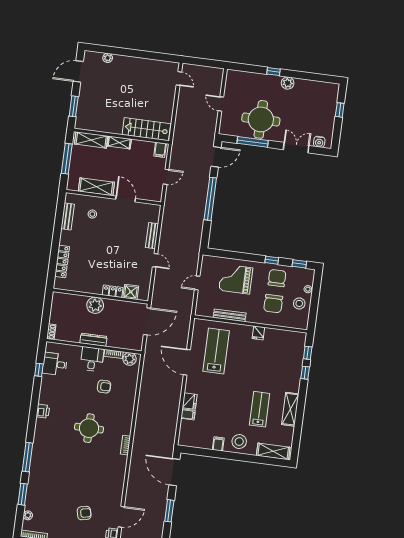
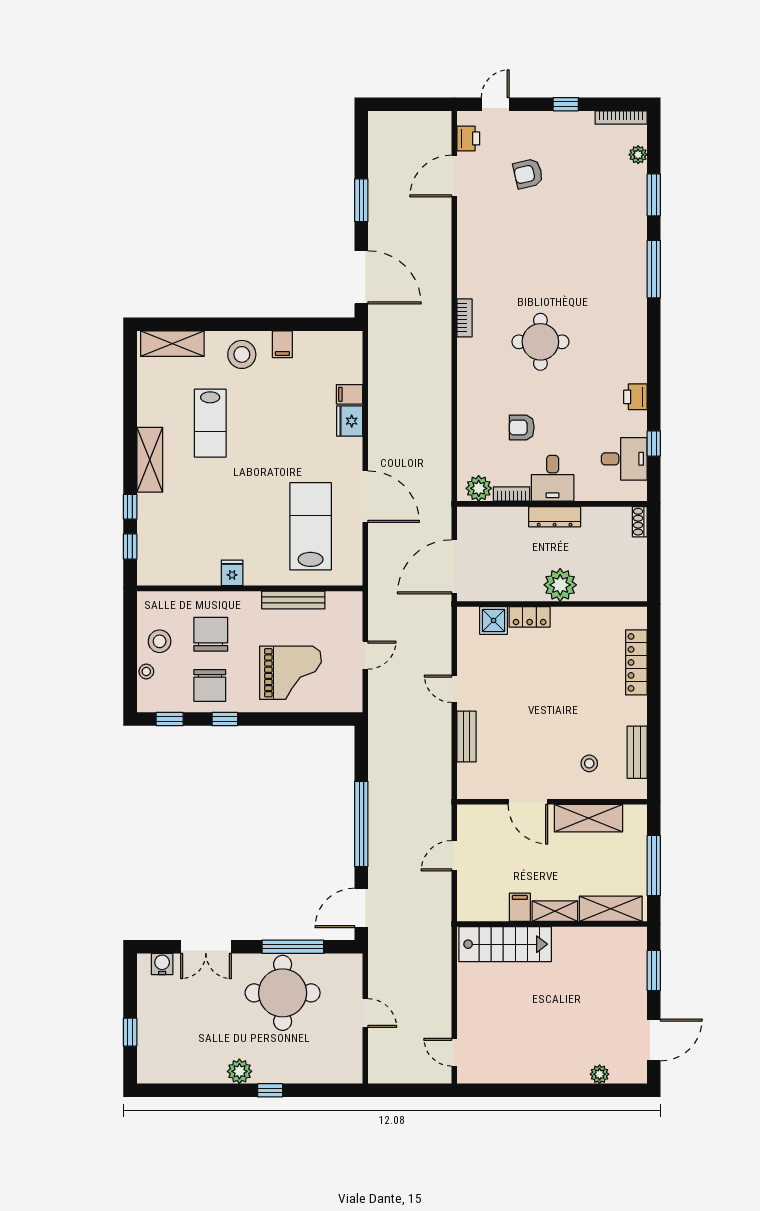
filing cabinet: (160, 150) -> (520, 907), moved
lab bench: (216, 351) -> (311, 526), turned 180
shelving: (290, 409) -> (150, 460), moved
printer: (43, 411) -> (635, 397), moved

